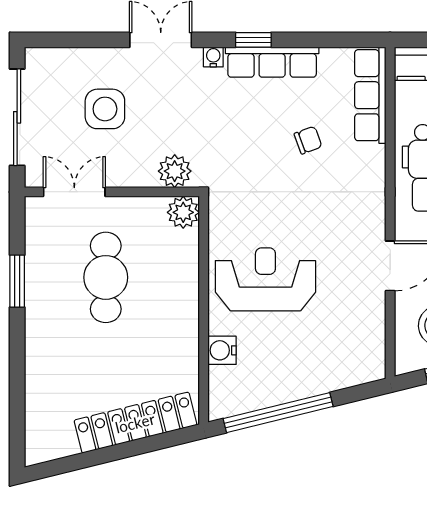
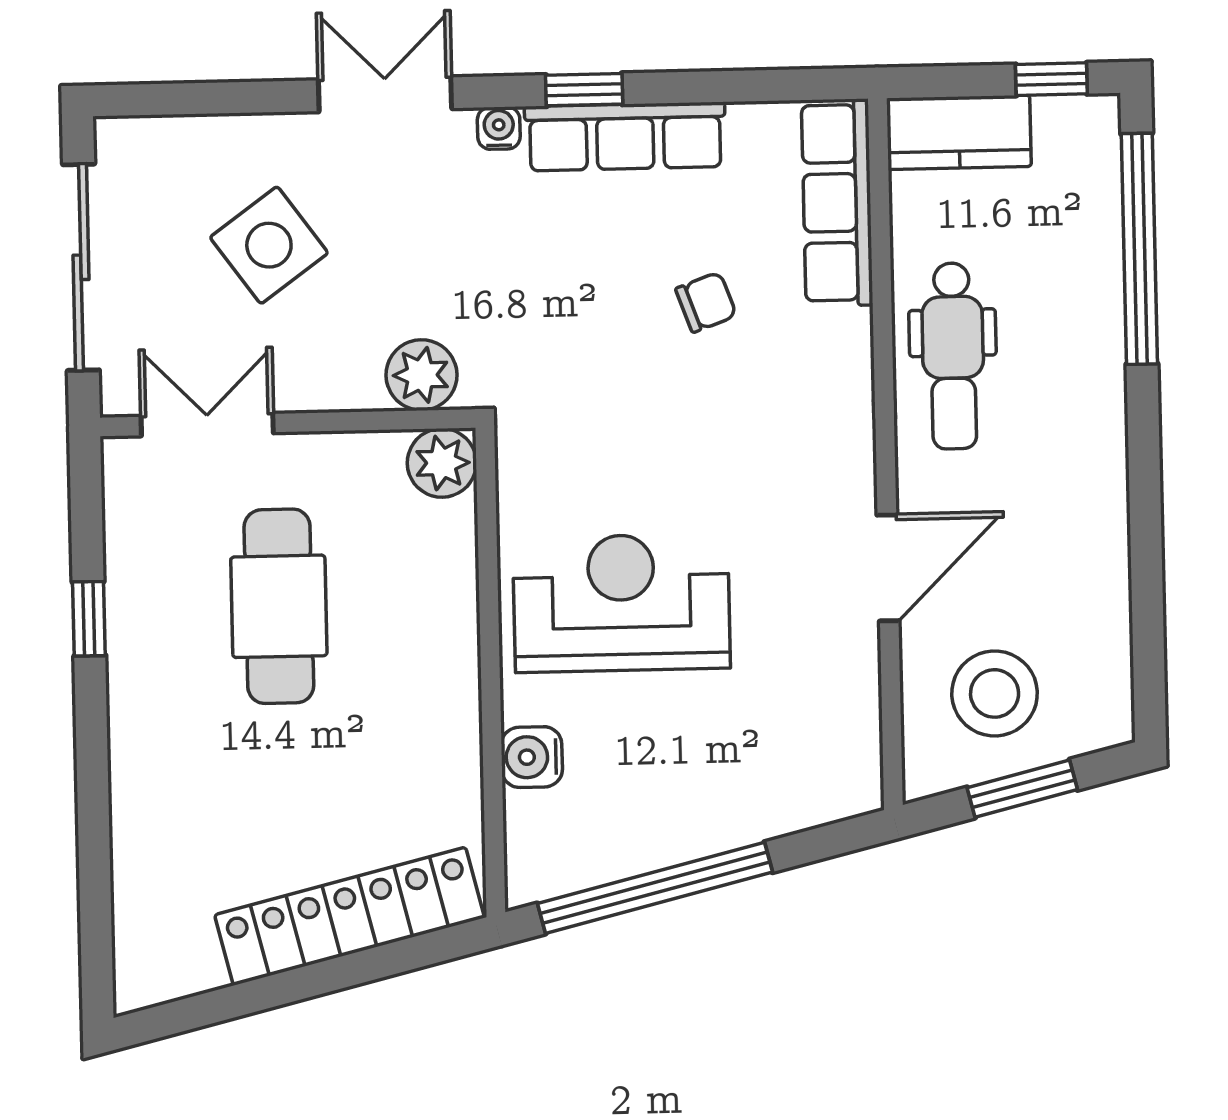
side table: (105, 109) -> (269, 245), turned -36
window: (17, 281) -> (89, 619), width x0.67

